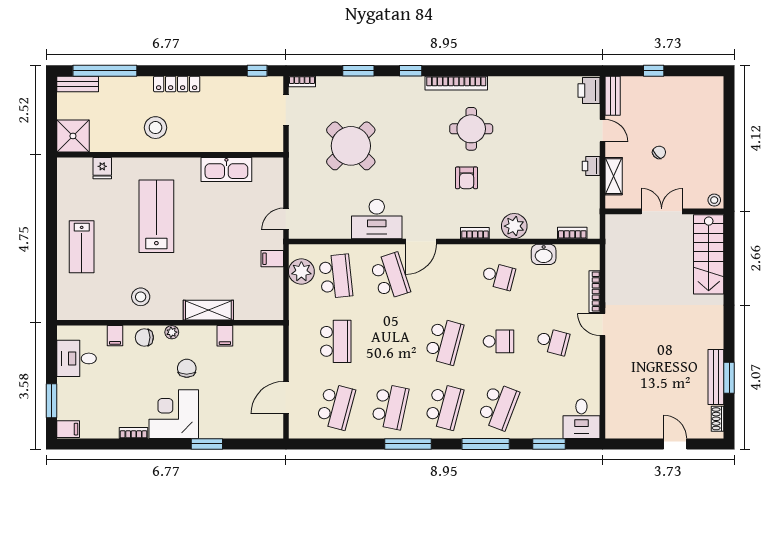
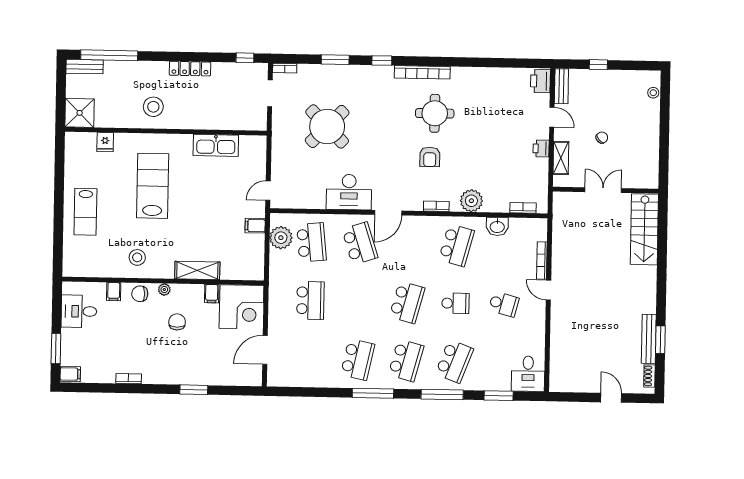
locker: (177, 84) -> (190, 69), moved
stool: (714, 200) -> (653, 93), moved
school desk: (498, 276) -> (457, 245), width x1.85
school desk: (336, 407) -> (309, 359), removed
corner desk: (174, 414) -> (242, 307), moved, turned 180

